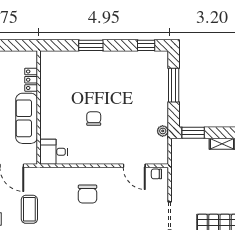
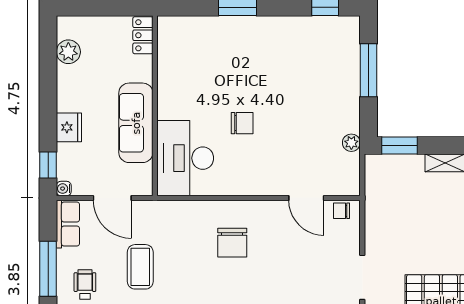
locker: (31, 80) -> (143, 35), moved
chair: (94, 119) -> (242, 123), turned 90
desk: (54, 152) -> (185, 158), width x1.87, depth x1.30

